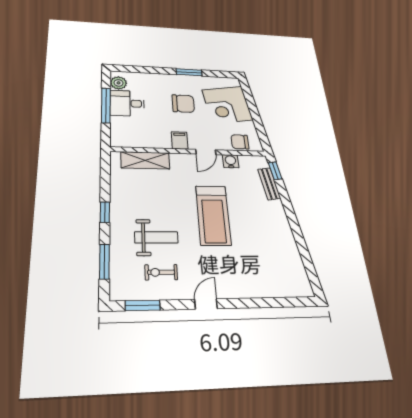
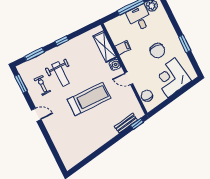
filing cabinet: (180, 140) -> (123, 48), moved
water cooler: (231, 161) -> (115, 65), moved
treadmill: (213, 215) -> (89, 99), turned 180

